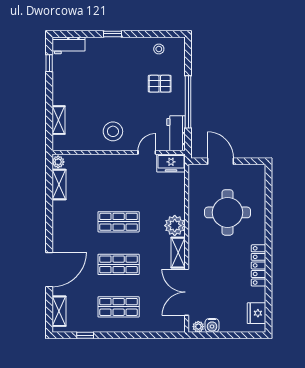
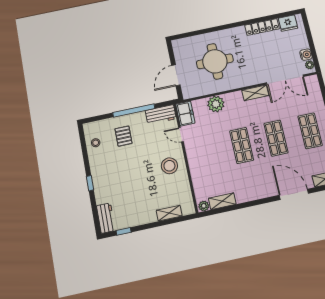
plant: (175, 226) -> (216, 104), moved
locker: (258, 265) -> (262, 27), moved

